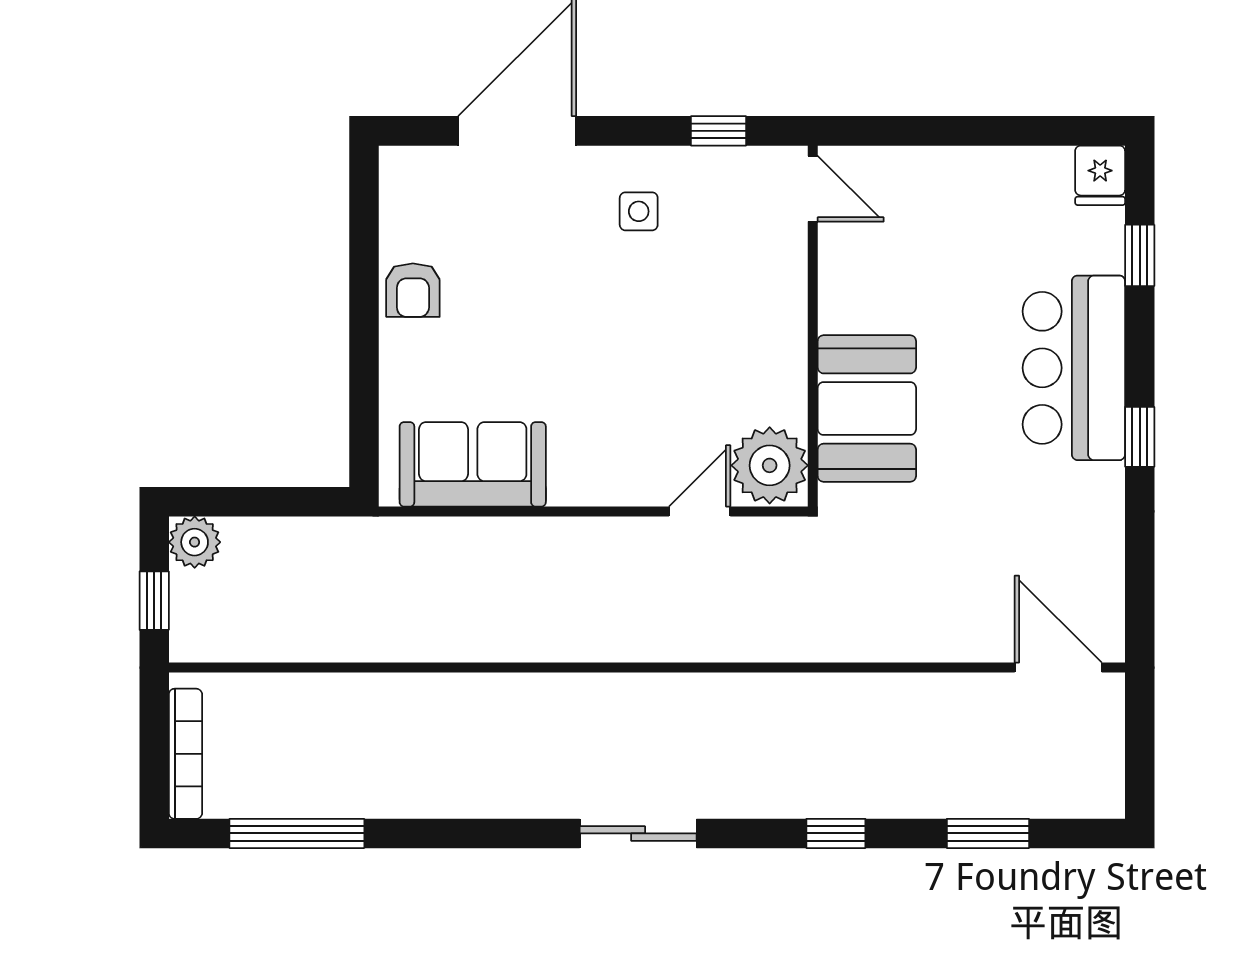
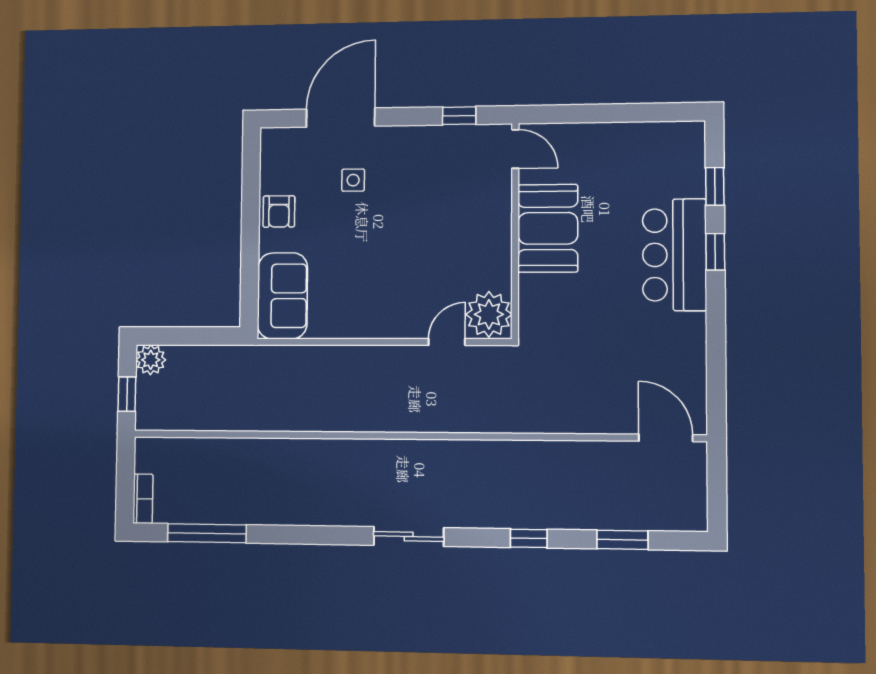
fridge: (1100, 175) -> (690, 138), removed
side table: (639, 211) -> (353, 180), moved
booth: (867, 409) -> (548, 228), moved
window: (1140, 437) -> (715, 252), moved
sofa: (473, 464) -> (282, 296), moved, turned 90
bookcase: (185, 754) -> (143, 499), width x0.64

